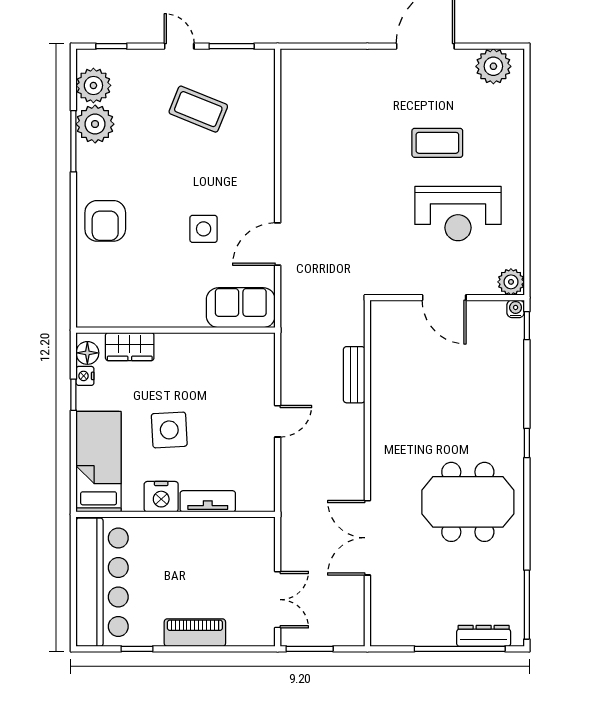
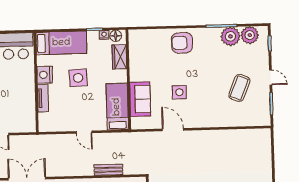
door: (179, 46) -> (271, 77), hinge flipped
sofa: (241, 308) -> (140, 99), moved
bed: (229, 353) -> (117, 107), added

